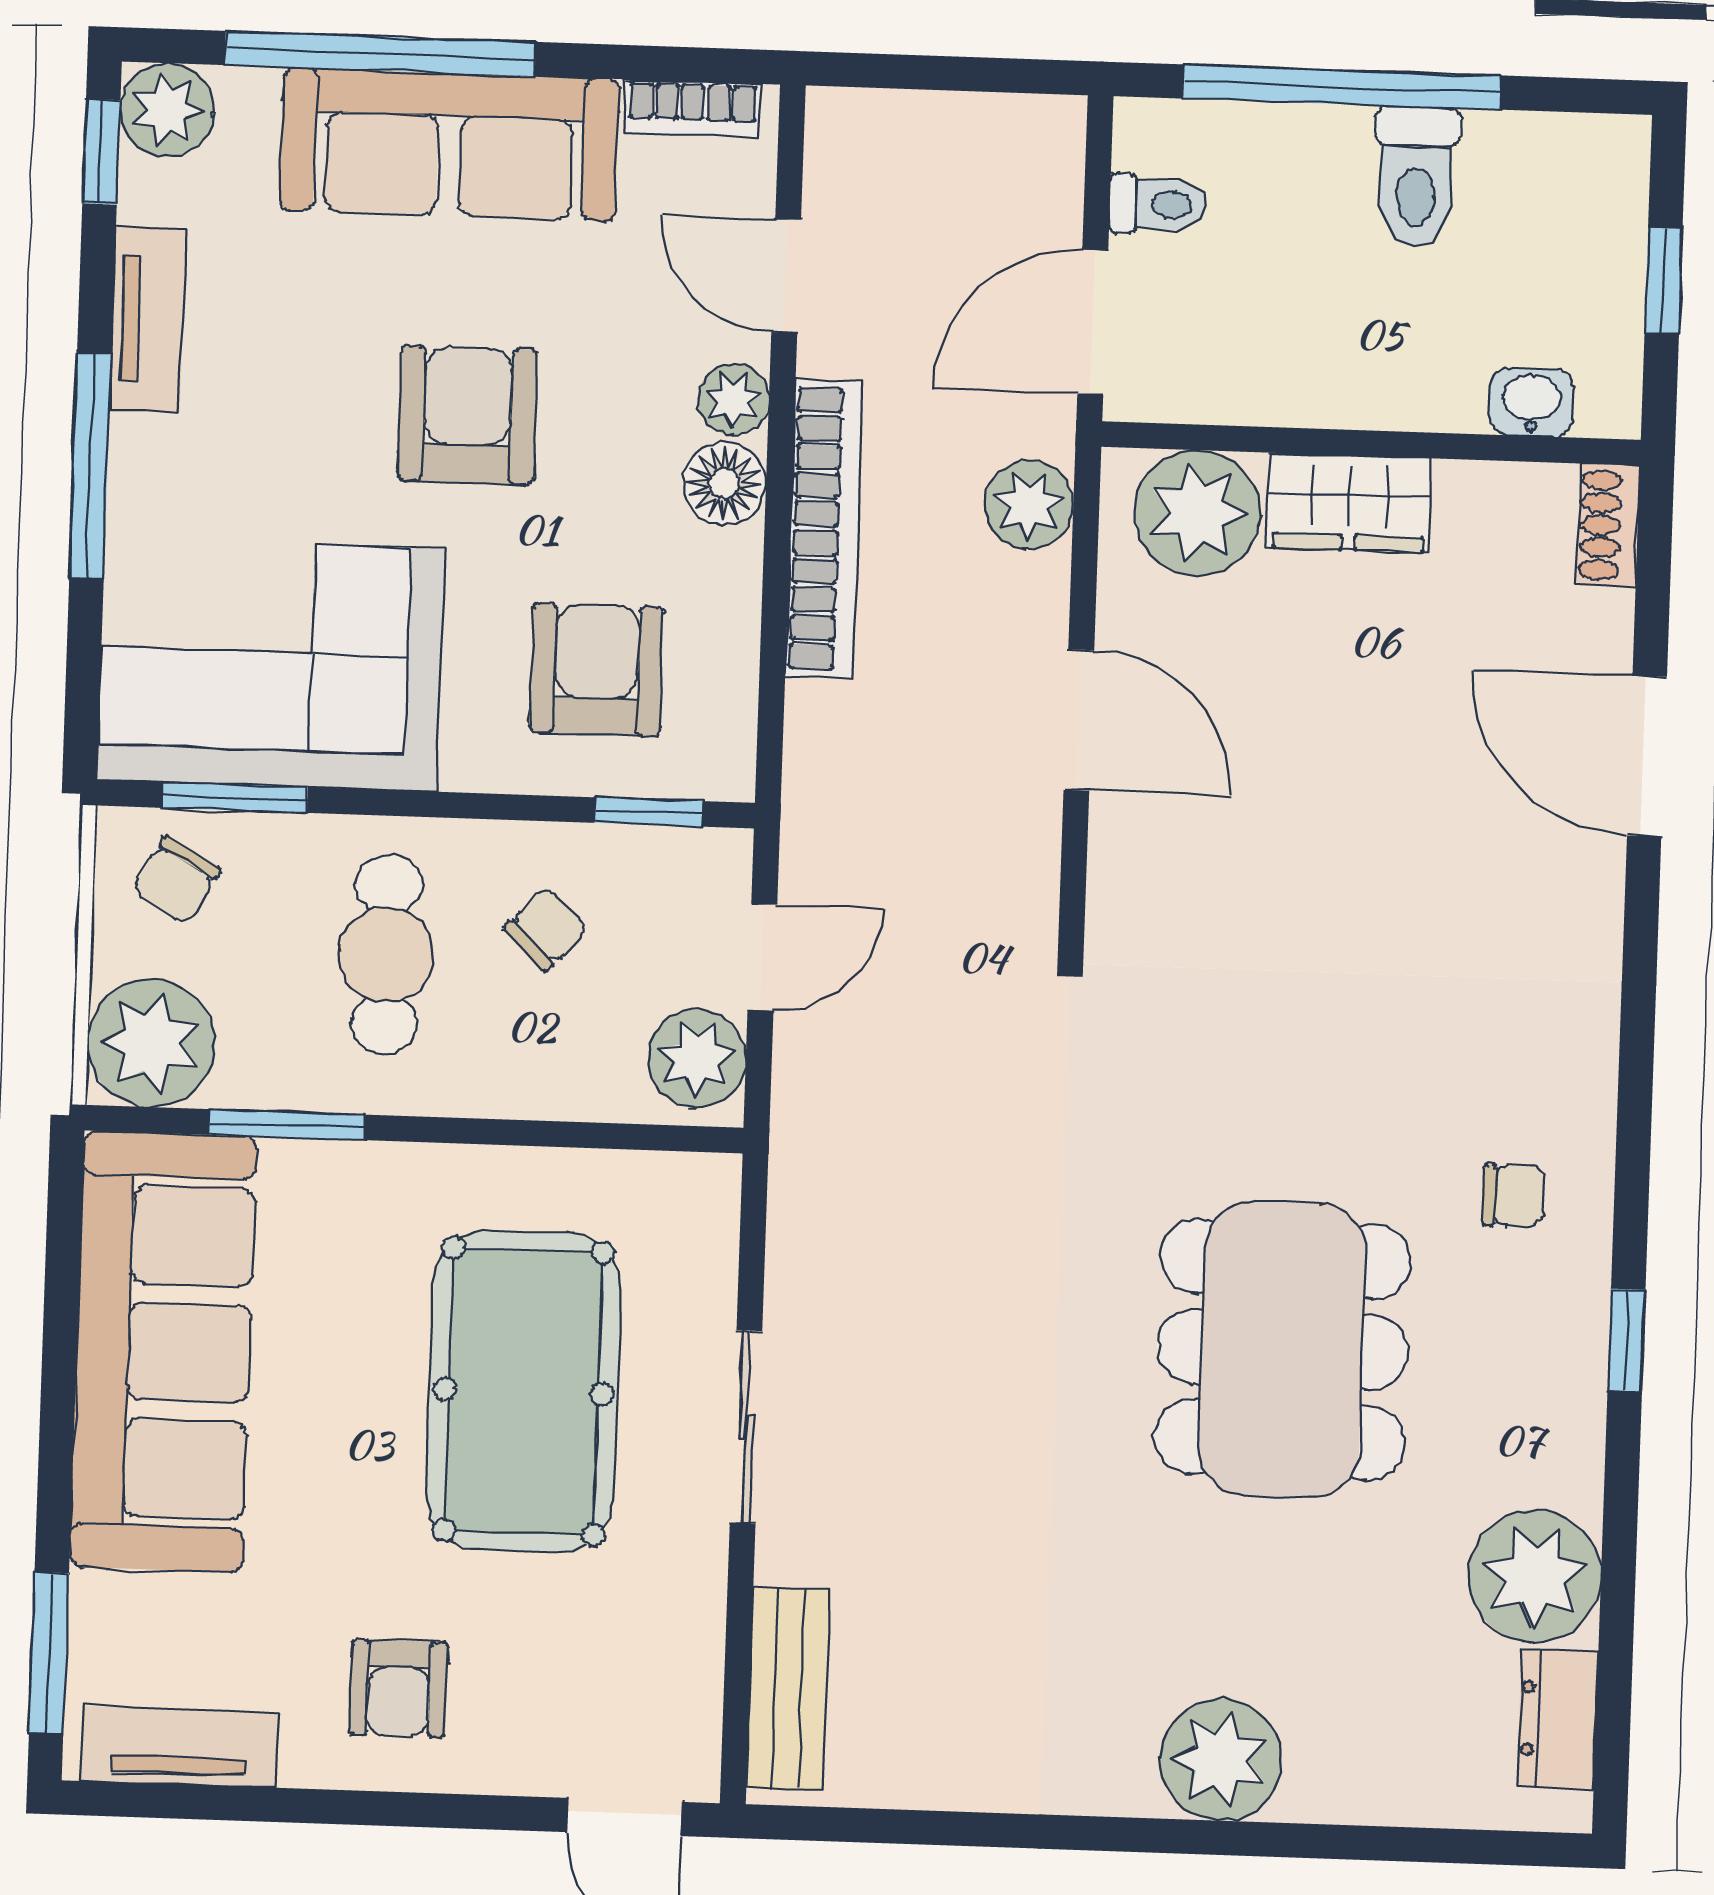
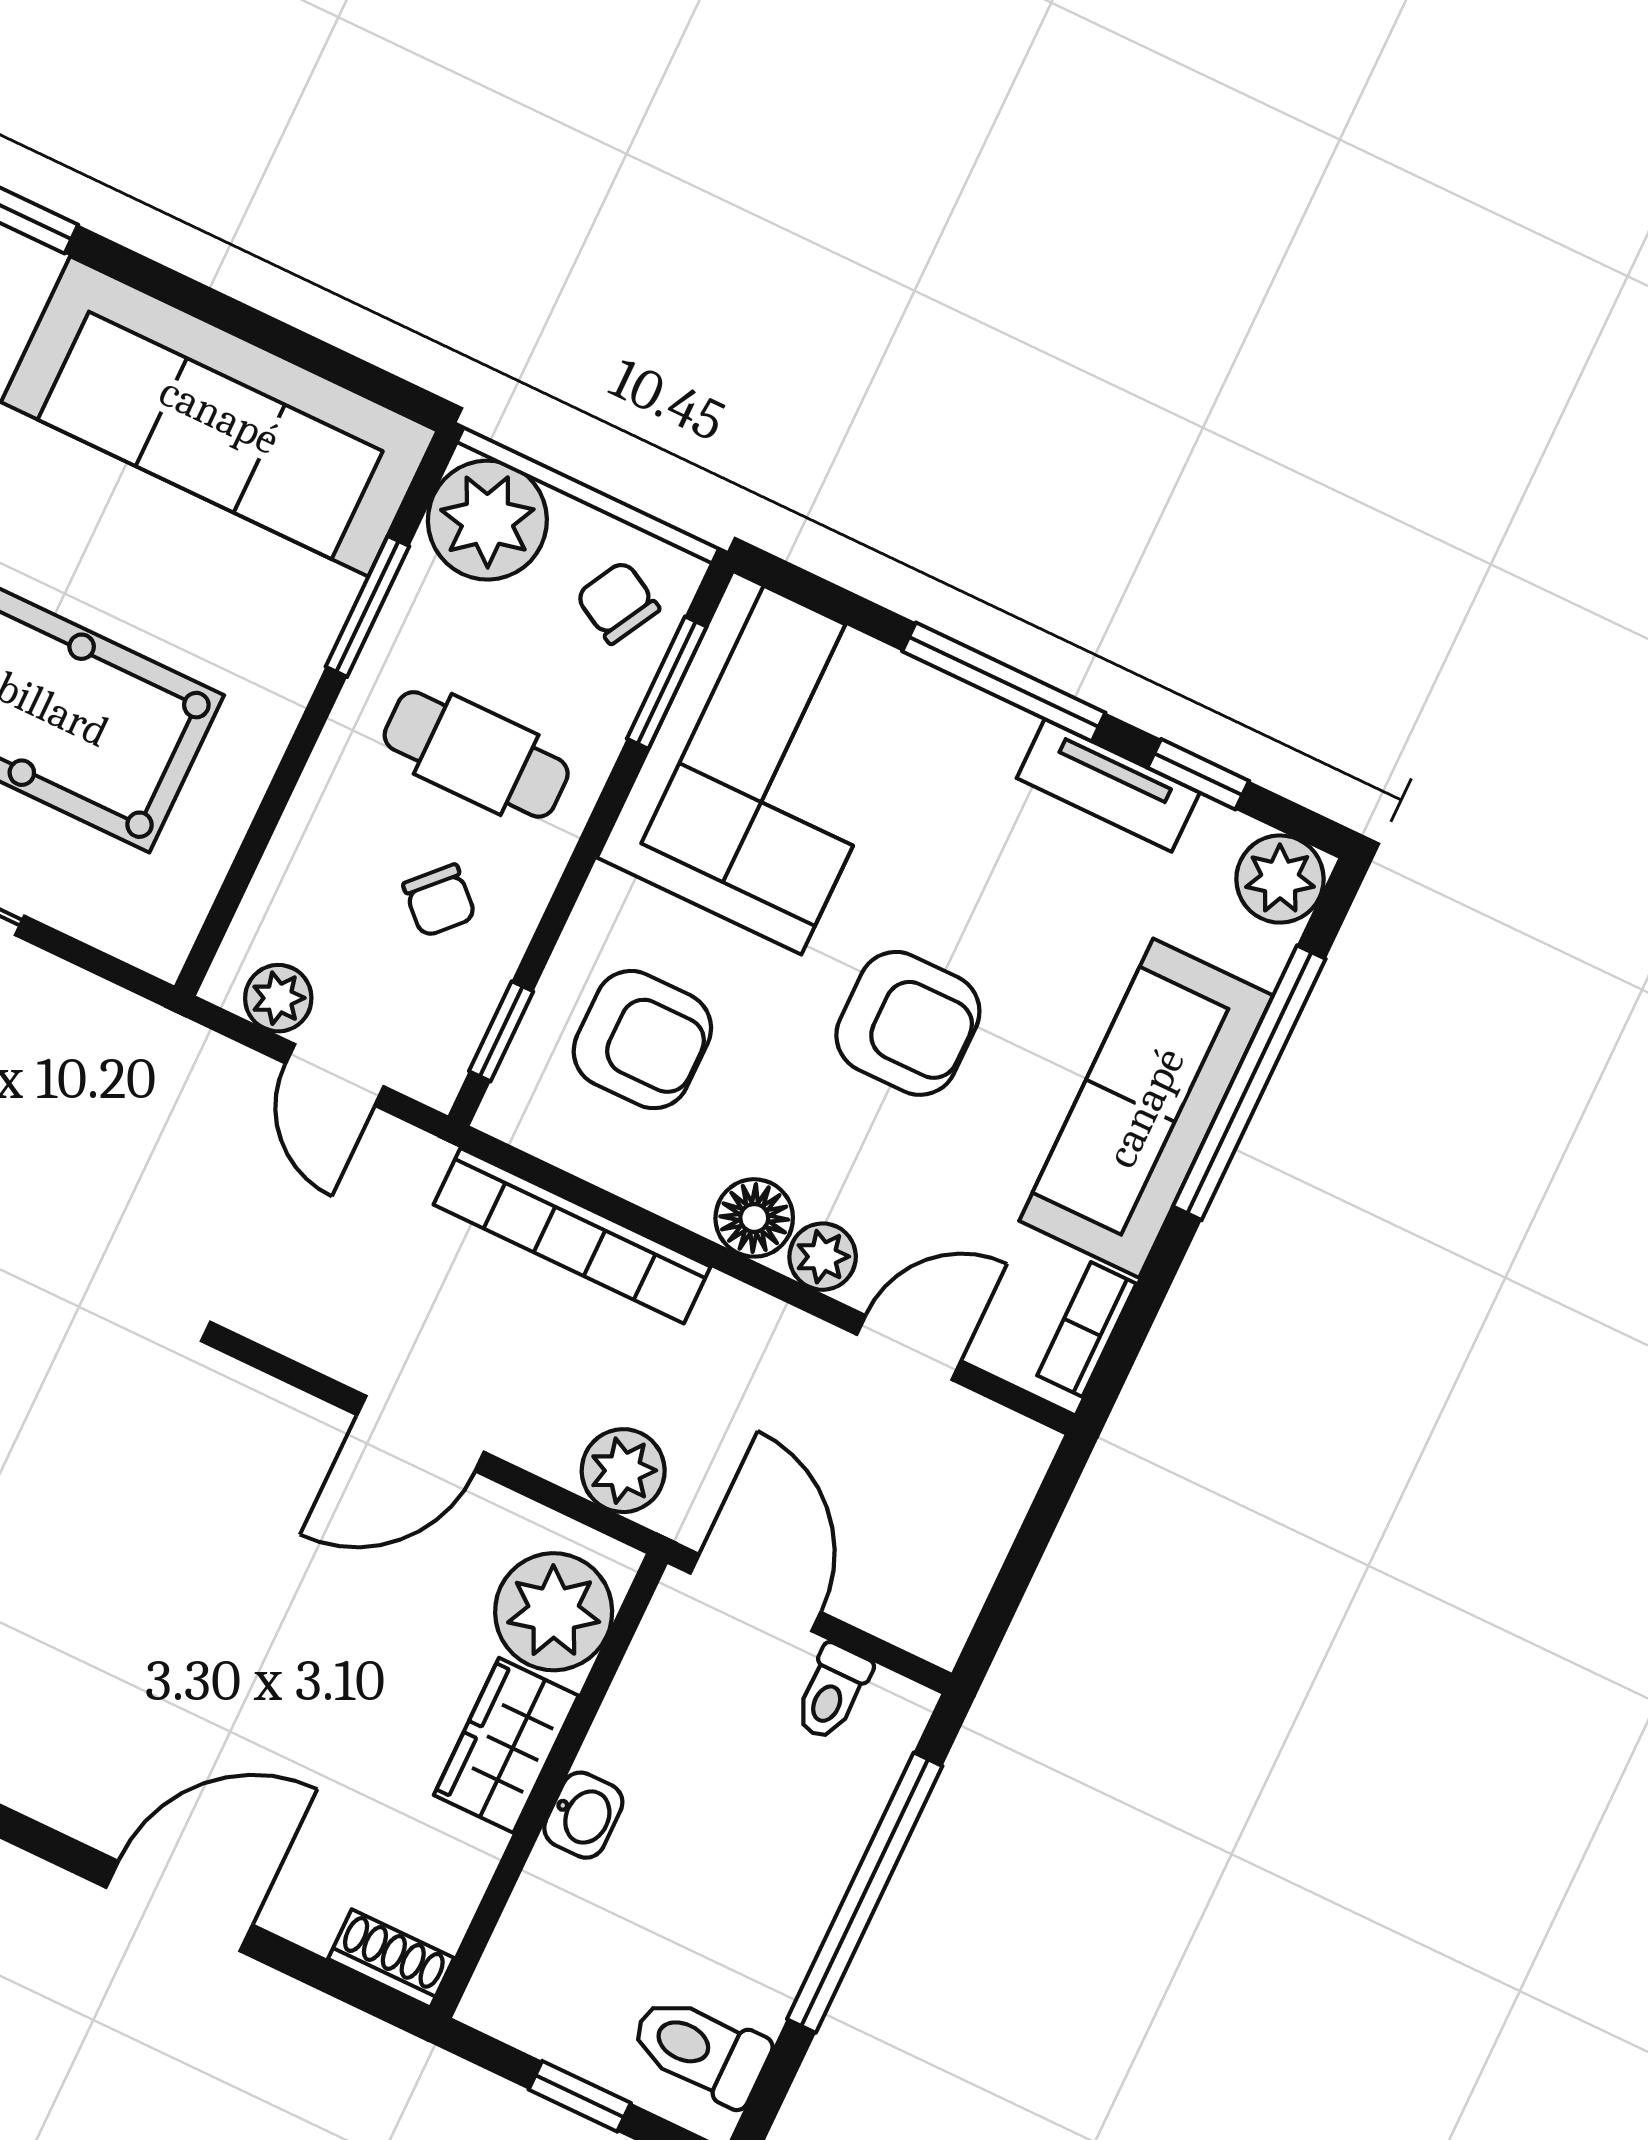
window: (101, 152) -> (1198, 774), moved
toilet: (1416, 177) -> (700, 2050), moved
washbasin: (1532, 402) -> (583, 1815), moved
bookcase: (824, 529) -> (572, 1236), moved
plant: (697, 1058) -> (278, 998), width x0.73, depth x0.73

